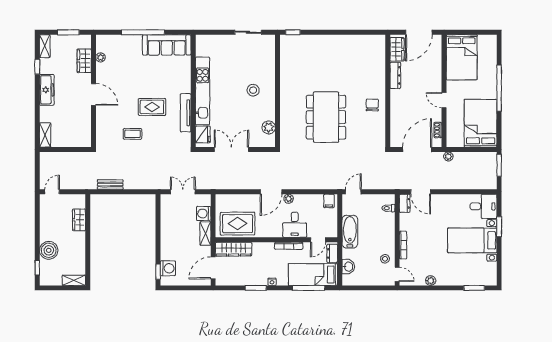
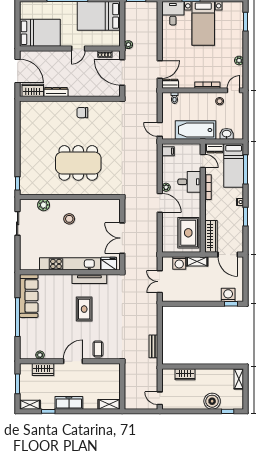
dining table: (326, 117) -> (78, 163), moved
plant: (269, 127) -> (44, 205), moved
coffee table: (133, 134) -> (98, 349), moved
bathtub: (350, 232) -> (195, 130), width x1.36, depth x1.36

